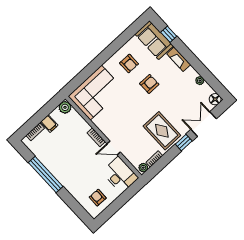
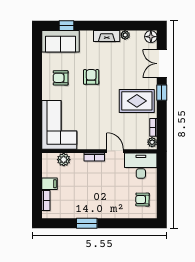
fireplace: (179, 59) -> (107, 36), moved
armchair: (129, 63) -> (61, 78), turned 180
plant: (65, 107) -> (64, 160), moved
door: (114, 148) -> (115, 151), swing flipped
window: (46, 175) -> (87, 223), width x0.47

